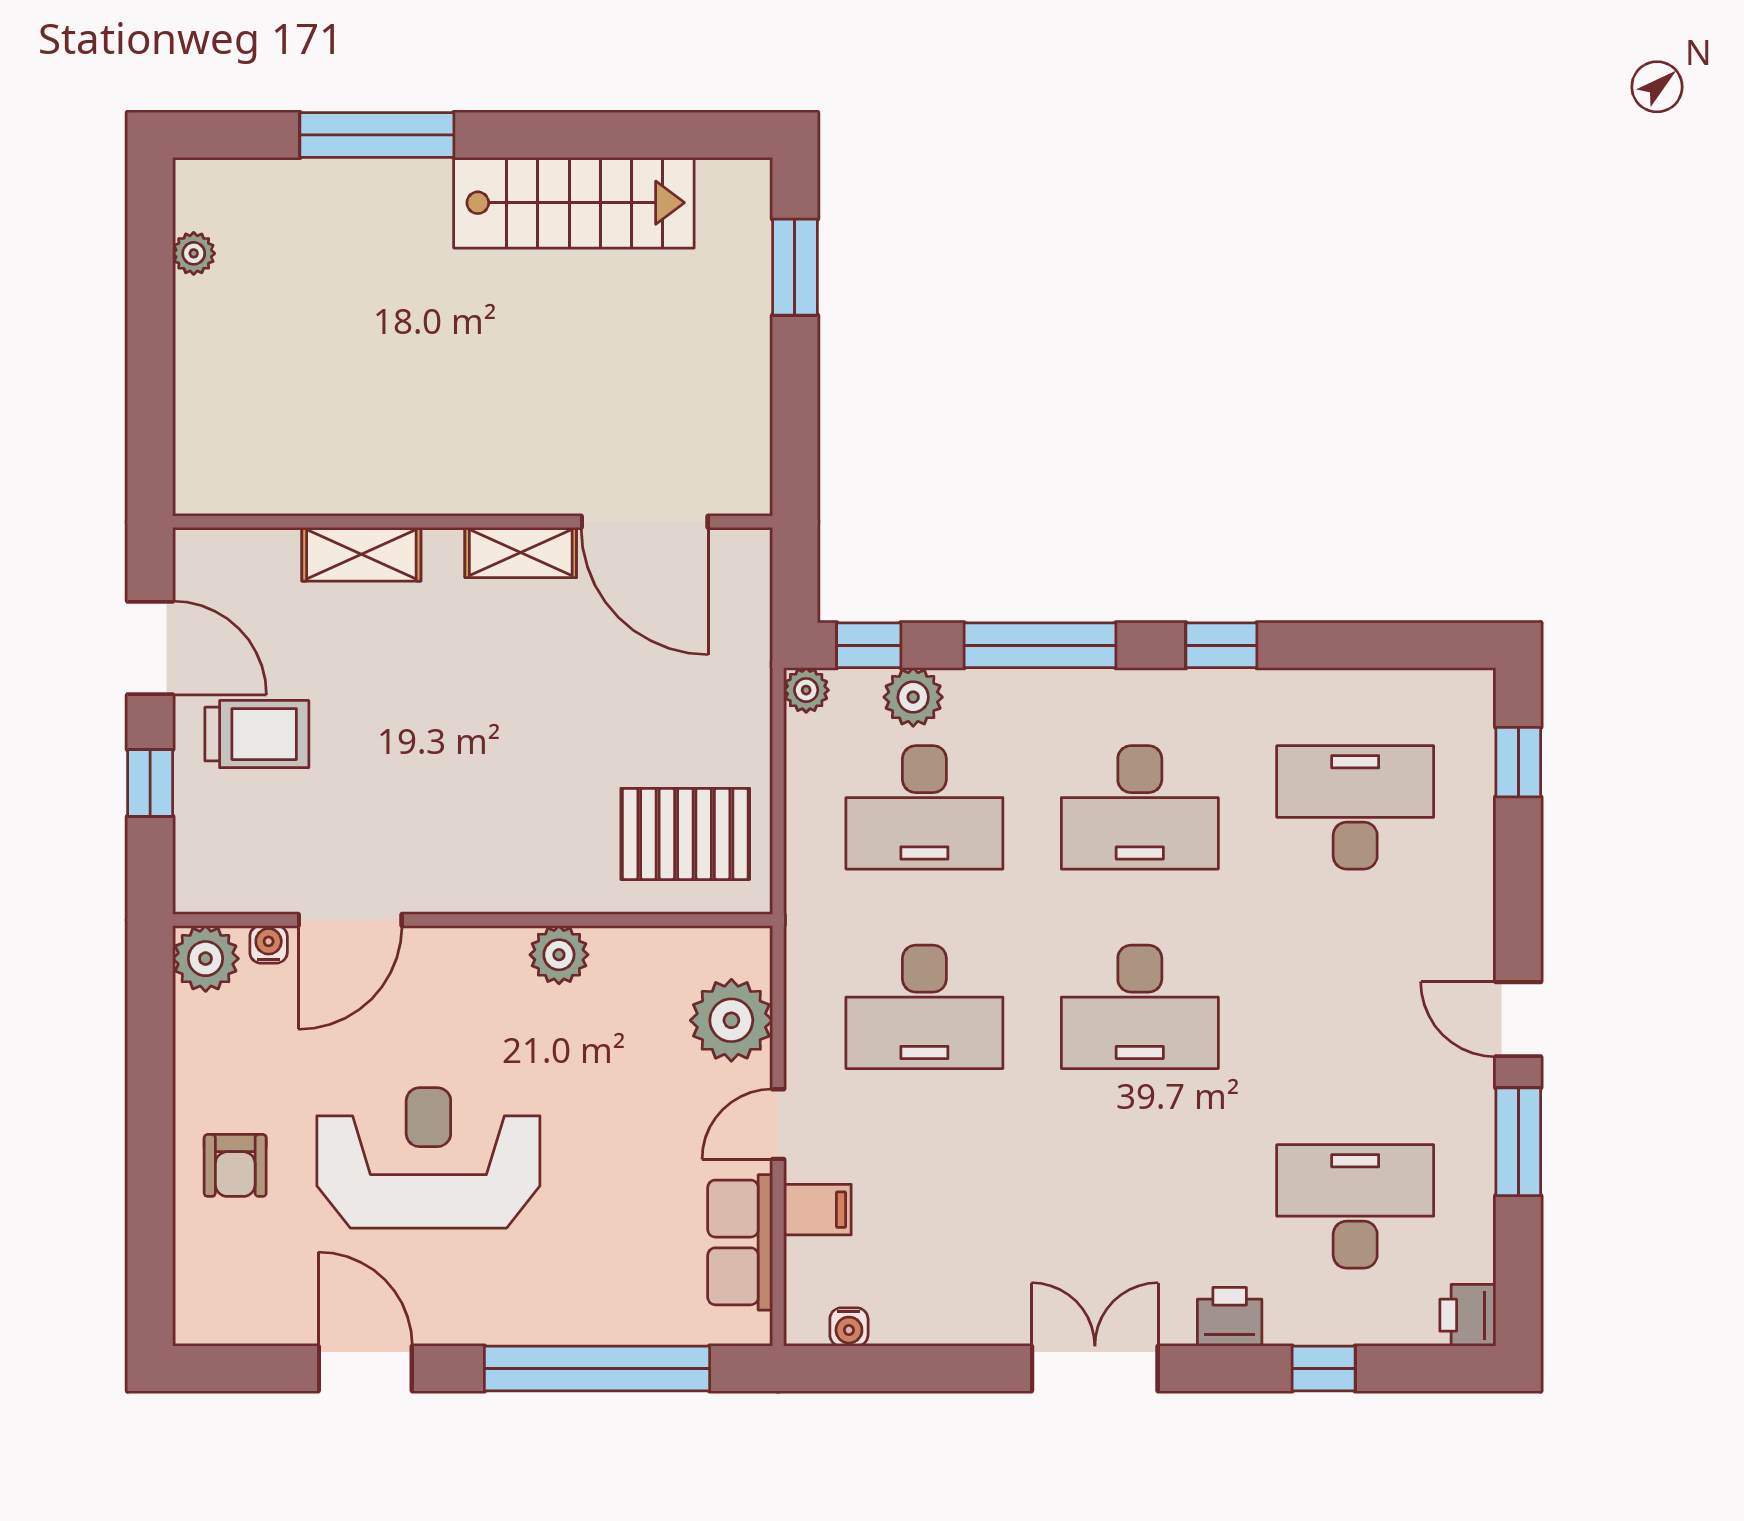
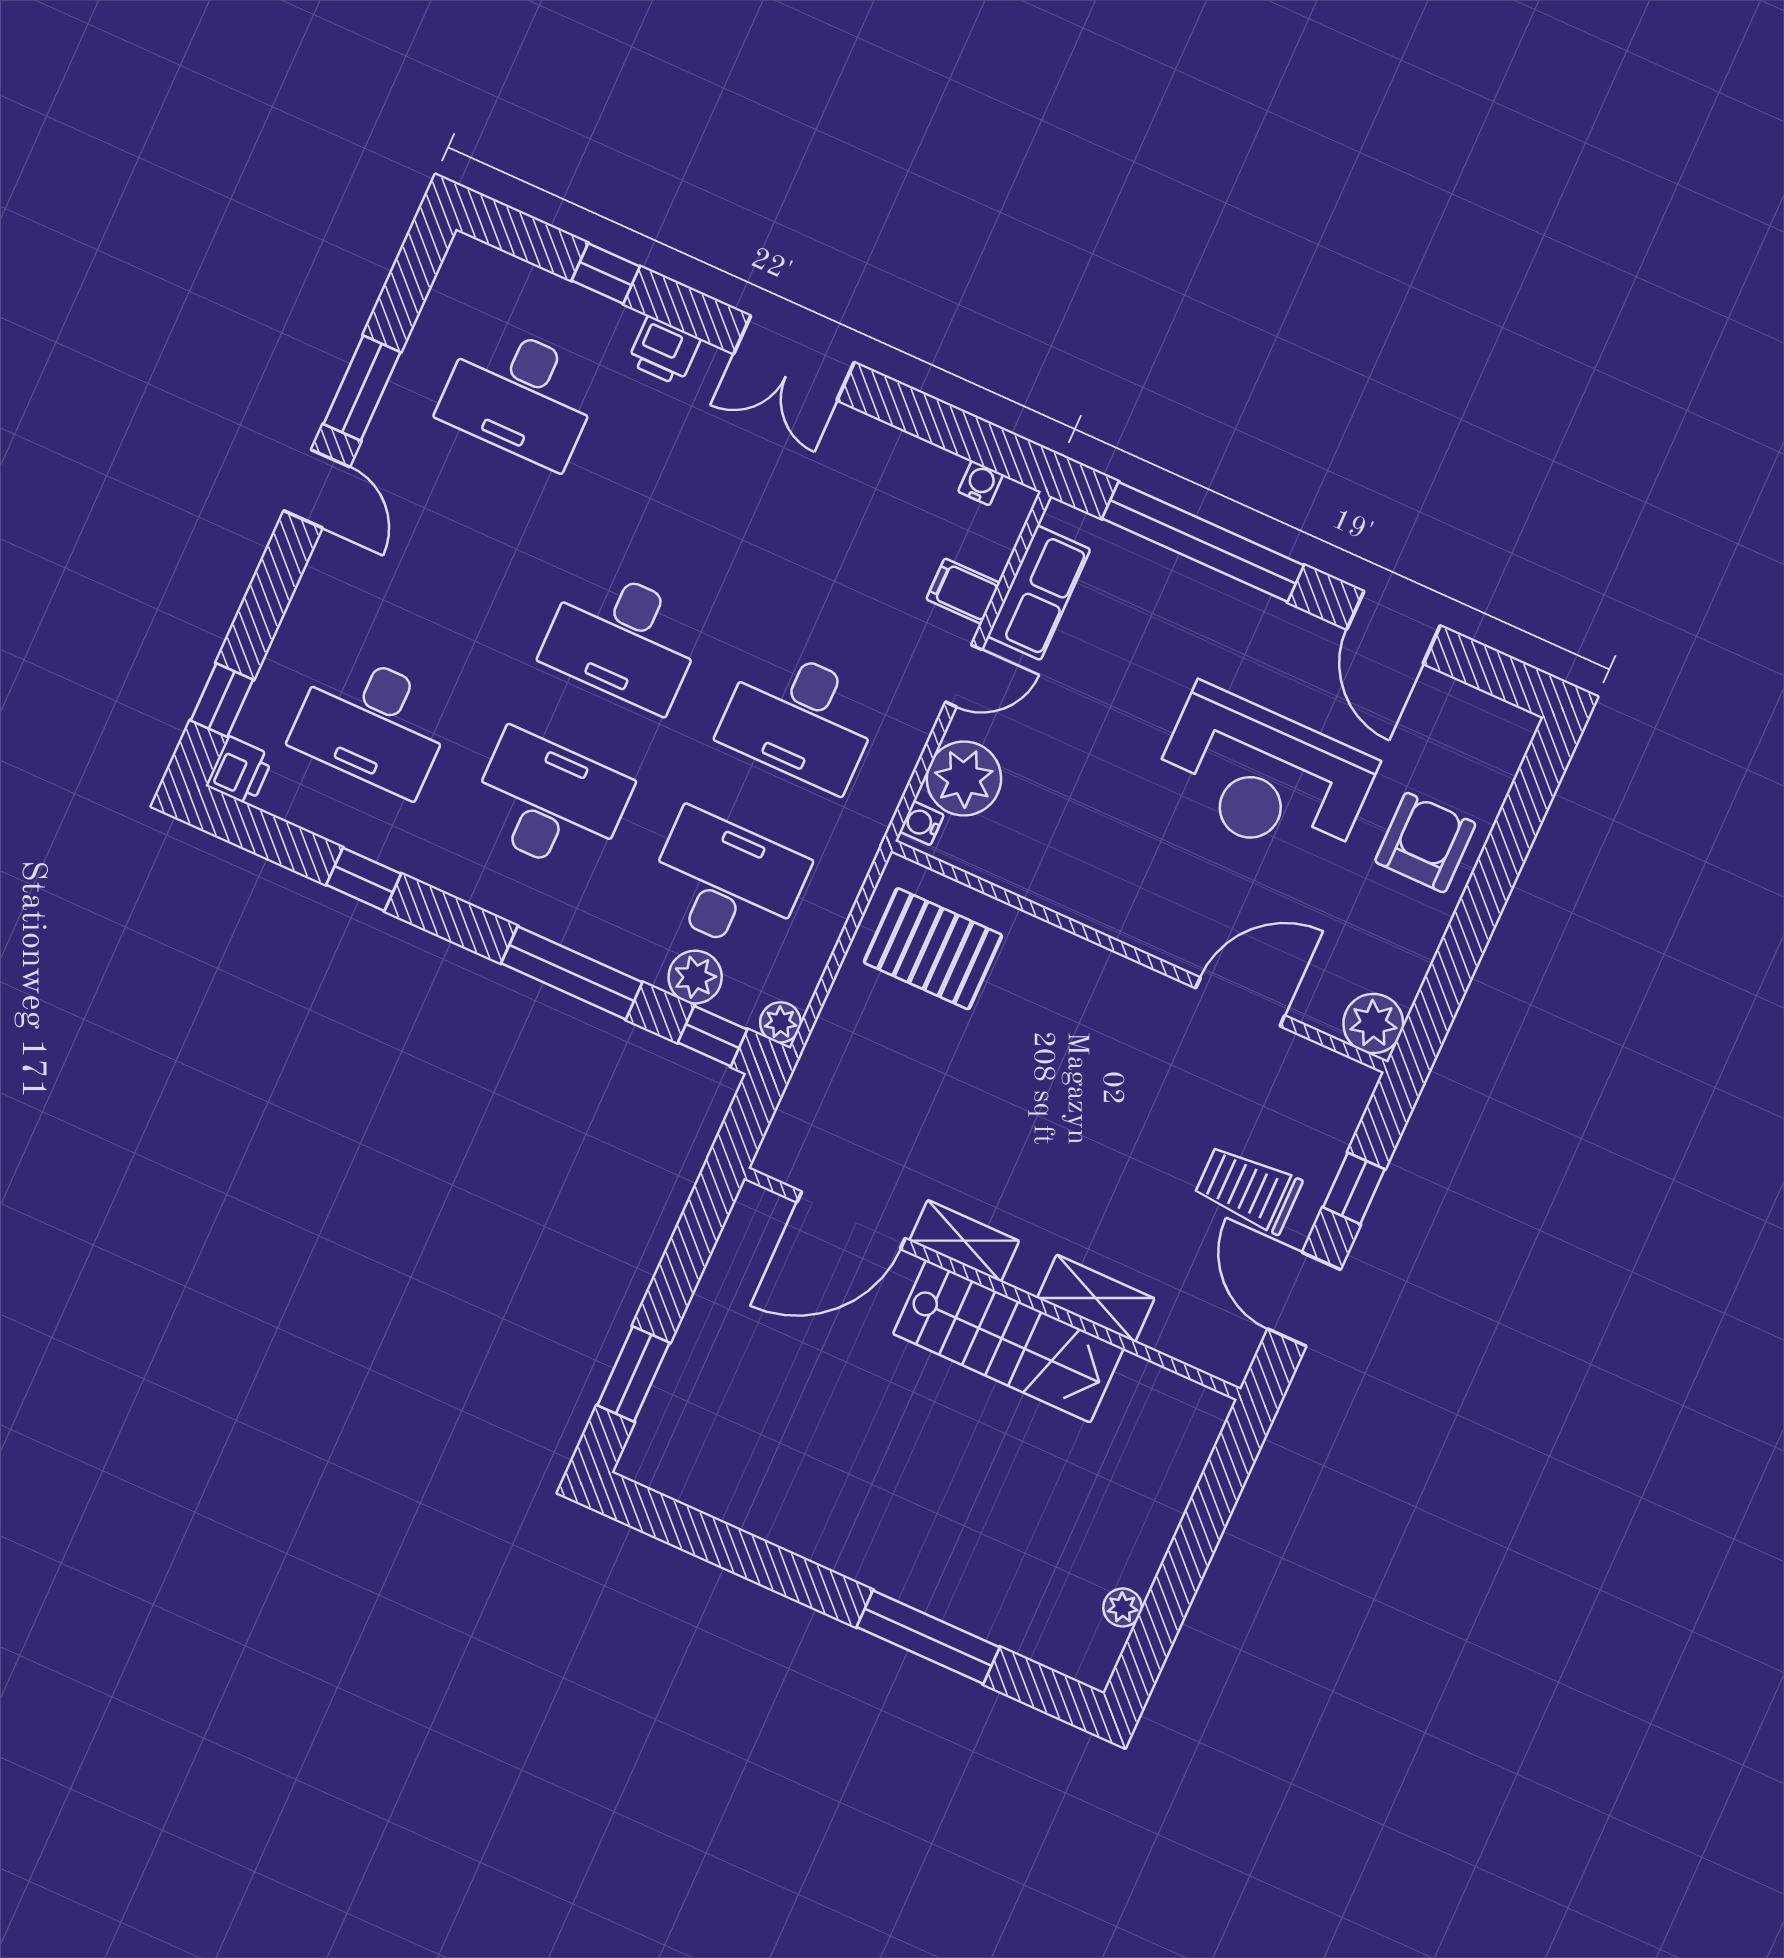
stairs: (574, 203) -> (1008, 1341), moved, turned 180
door: (645, 522) -> (851, 1220), swing flipped
window: (1221, 645) -> (364, 879), moved
water cooler: (269, 944) -> (922, 823), moved, turned 90
plant: (559, 955) -> (1081, 896), removed
desk: (924, 1007) -> (800, 718), turned 180
desk: (1140, 1007) -> (623, 639), turned 180
armchair: (235, 1165) -> (1425, 843), width x1.38, depth x1.38
printer: (1468, 1315) -> (240, 771), moved

